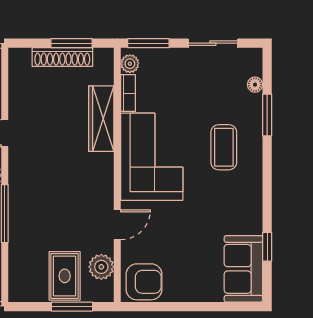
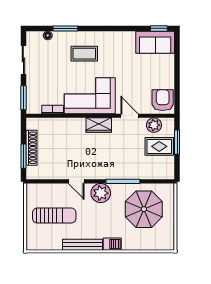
window: (72, 43) -> (23, 156), moved
plant: (130, 64) -> (35, 108), removed
wardrobe: (101, 119) -> (99, 125), moved, width x0.67
window: (267, 247) -> (159, 28), moved

